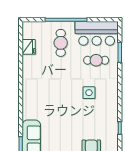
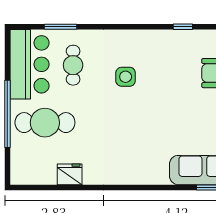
cafe table: (61, 43) -> (45, 123), width x1.37, depth x1.35
fridge: (29, 47) -> (70, 174), moved

